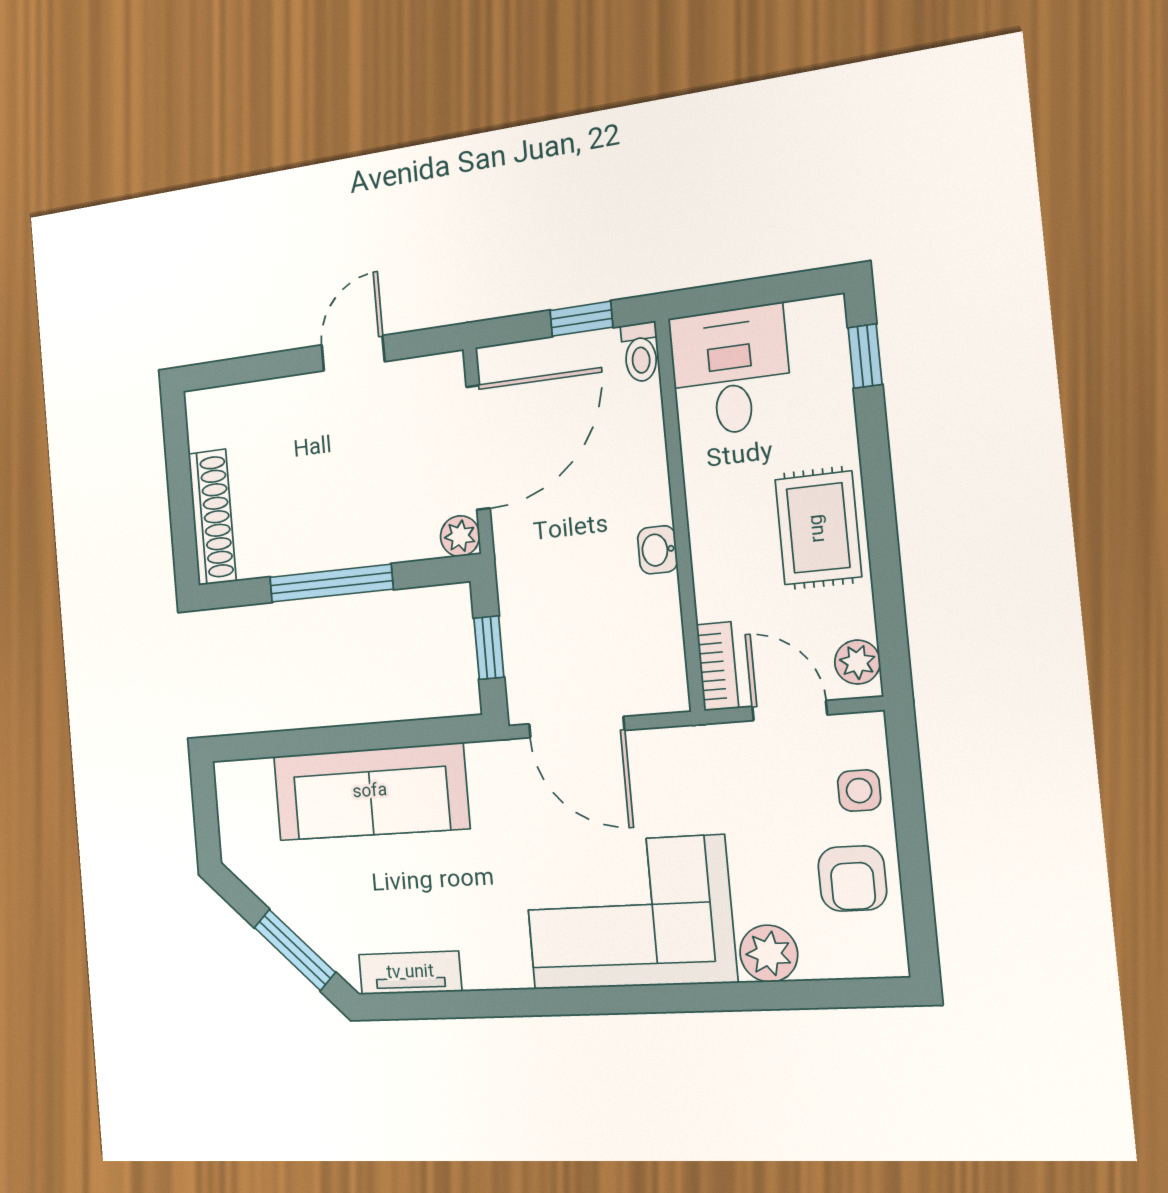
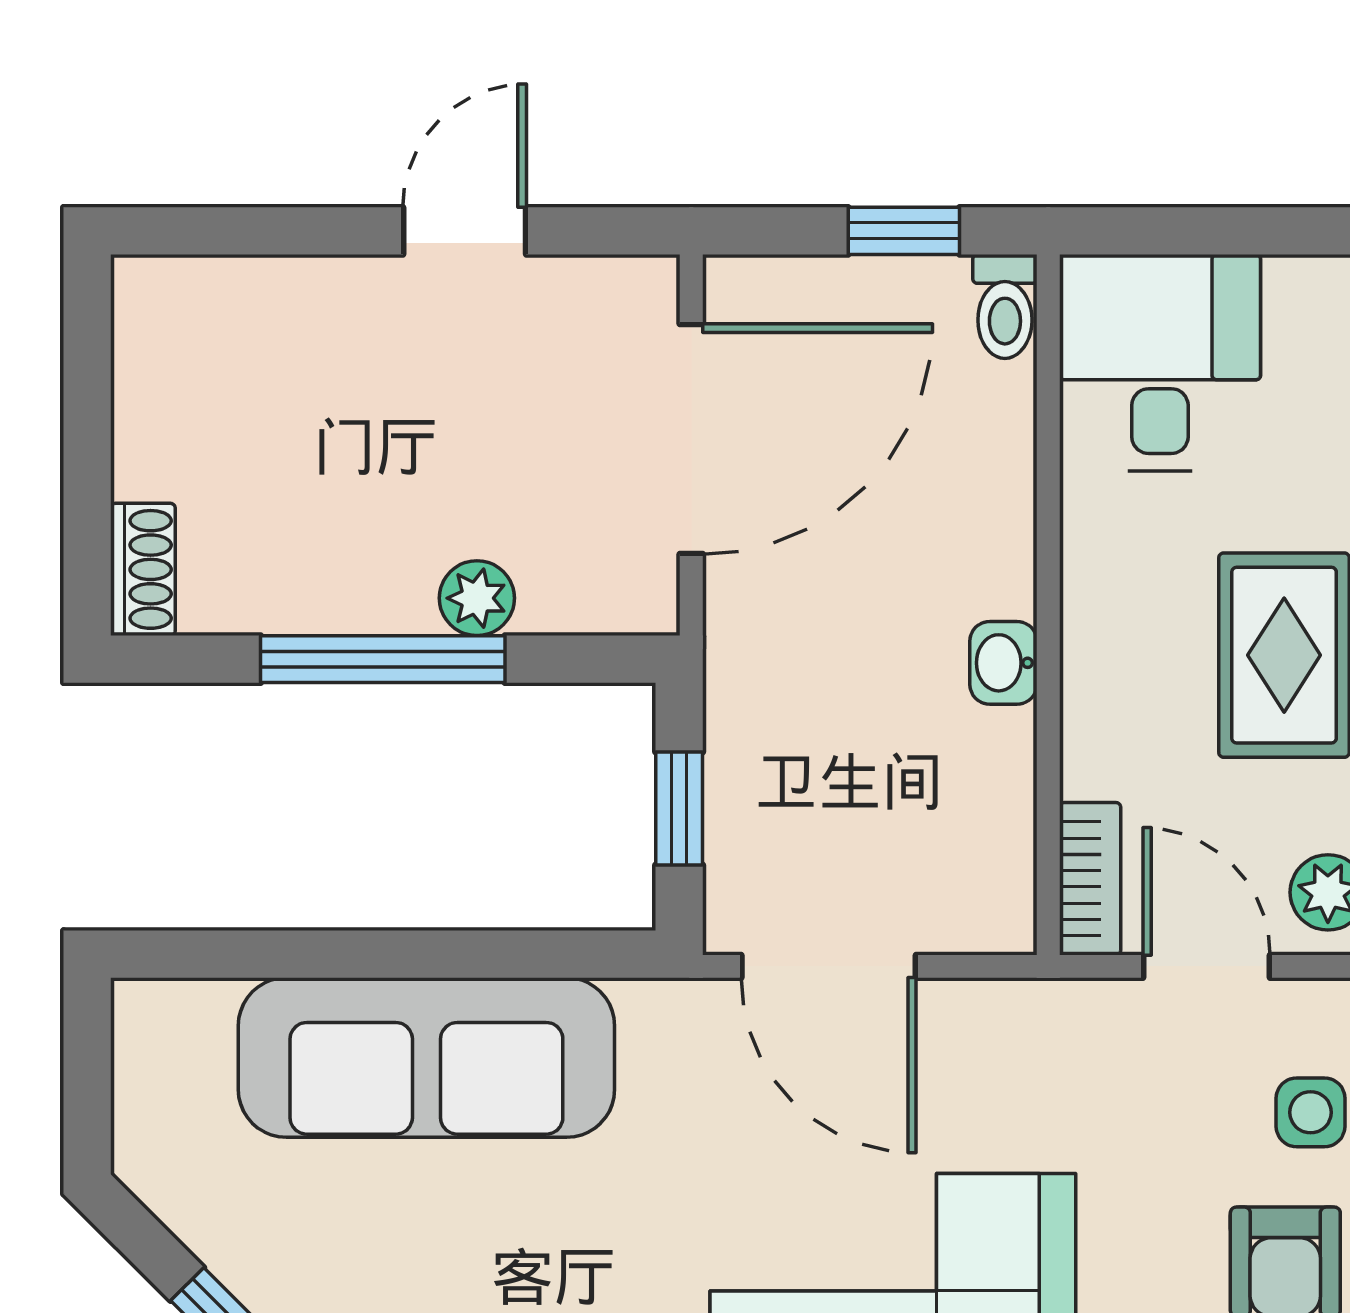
shoe rack: (212, 517) -> (143, 569), width x0.51, depth x0.81
plant: (460, 536) -> (477, 598), moved

